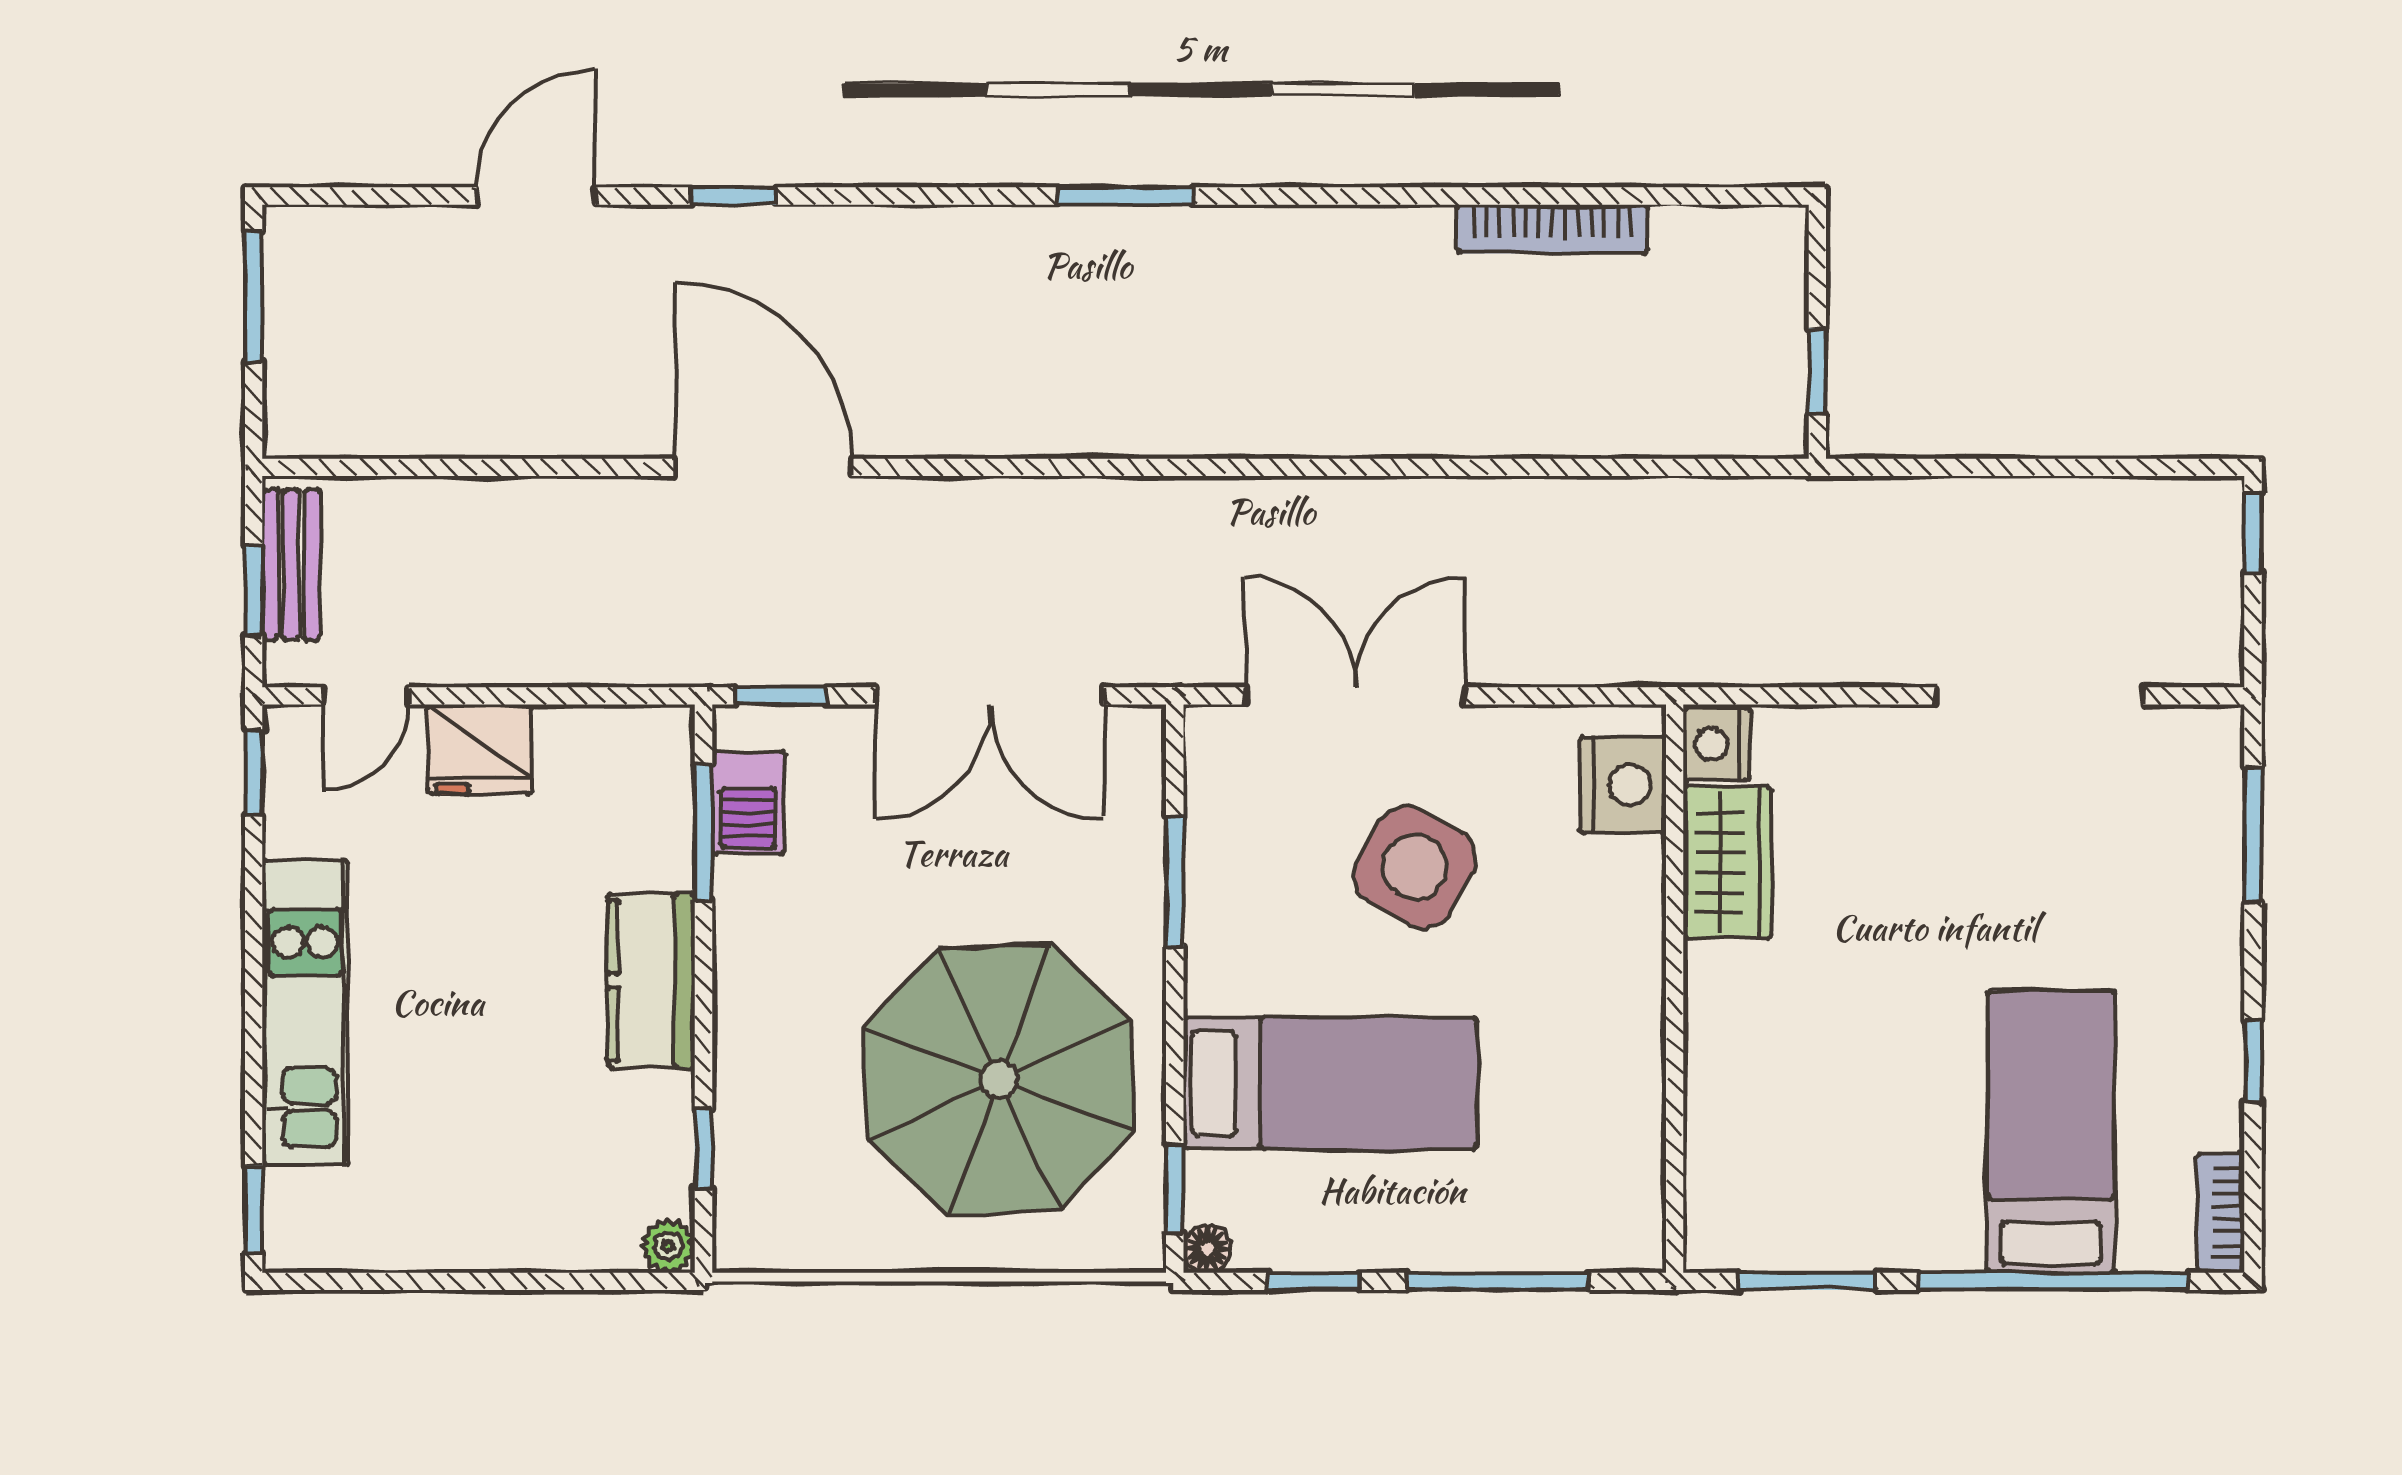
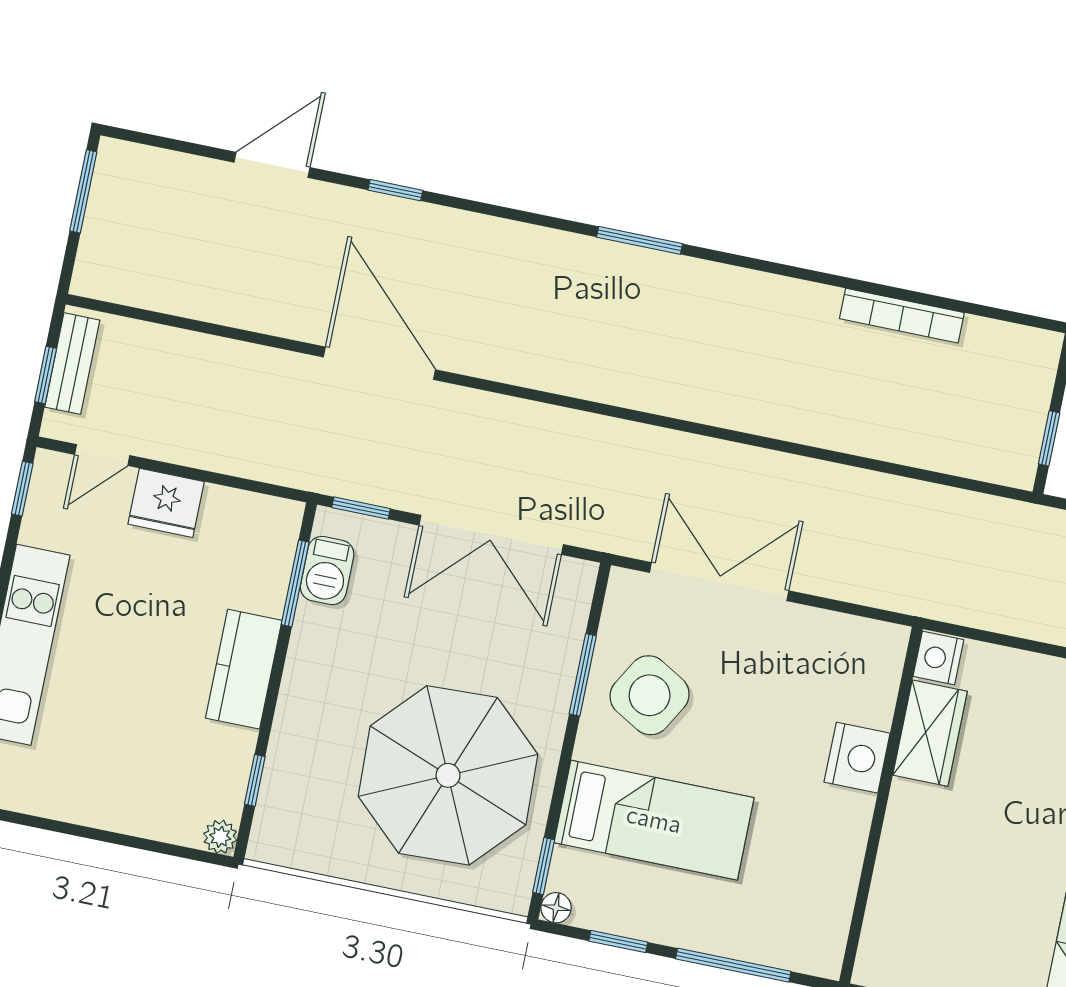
nightstand: (1623, 785) -> (857, 758), moved
side table: (1415, 867) -> (650, 695), moved

